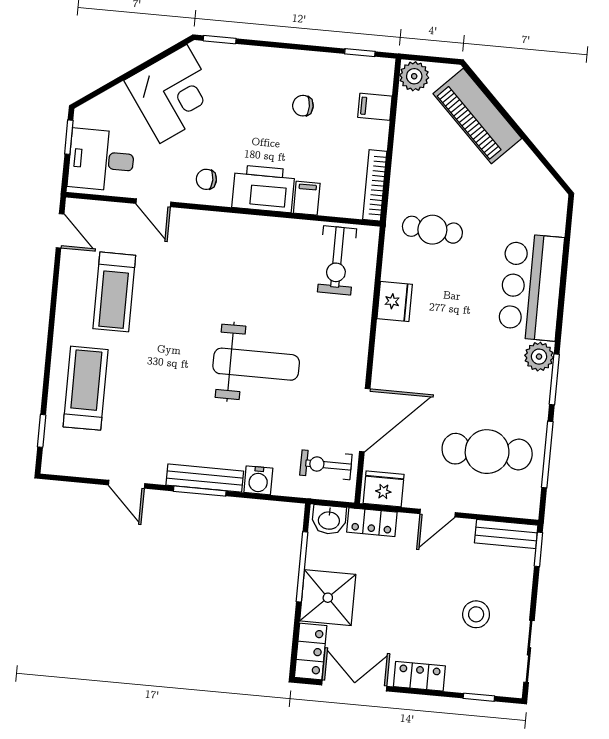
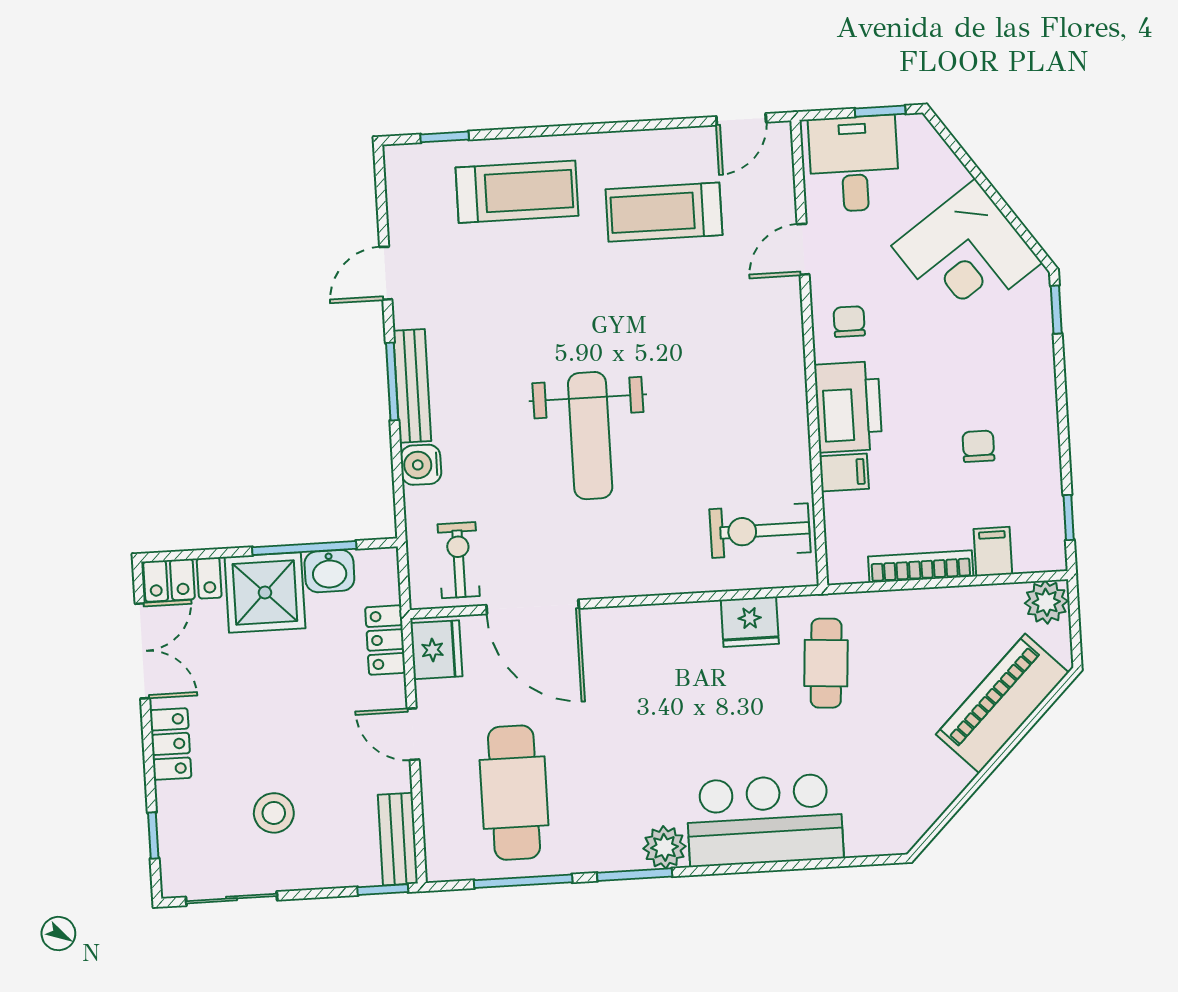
bookcase: (375, 185) -> (921, 566), moved
fridge: (395, 301) -> (750, 622), moved
washbasin: (329, 520) -> (329, 571), moved, turned -90

